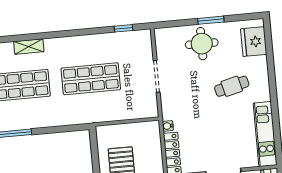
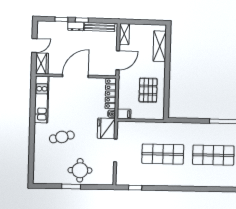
fridge: (254, 42) -> (106, 128), moved, turned 180
shelving: (29, 47) -> (204, 182), removed
filing cabinet: (151, 128) -> (124, 114), added

